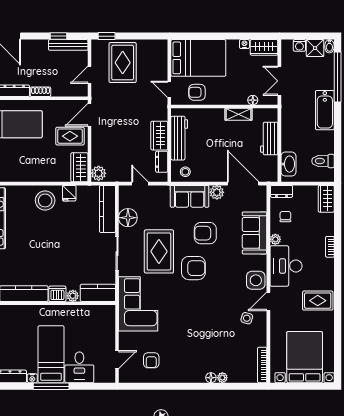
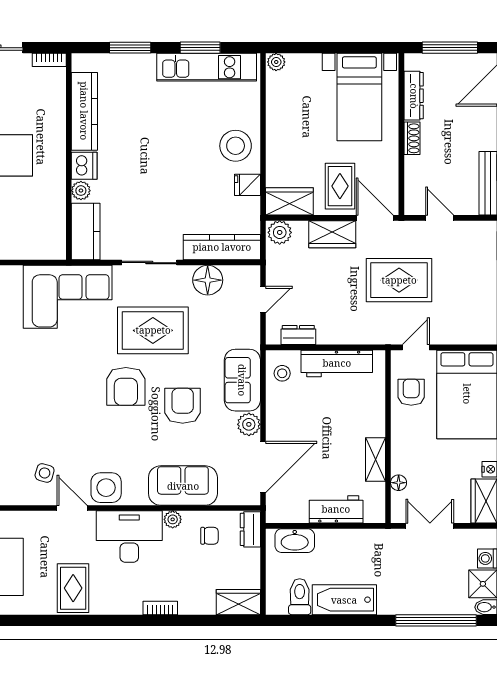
rug: (123, 63) -> (399, 280), moved
bathtub: (325, 110) -> (344, 600), moved
wardrobe: (159, 136) -> (332, 234), moved, turned 180

